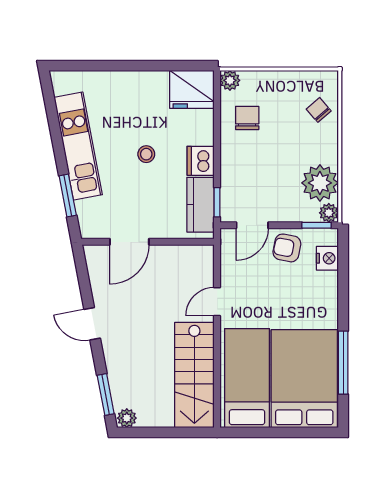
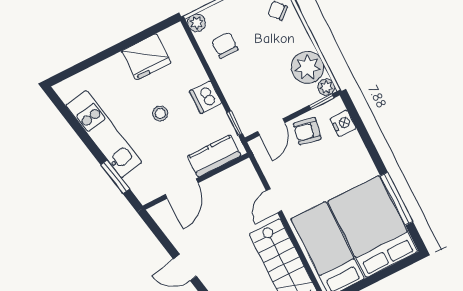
fridge: (192, 89) -> (146, 57), moved
kitchen counter: (201, 205) -> (214, 156), moved, turned 90

